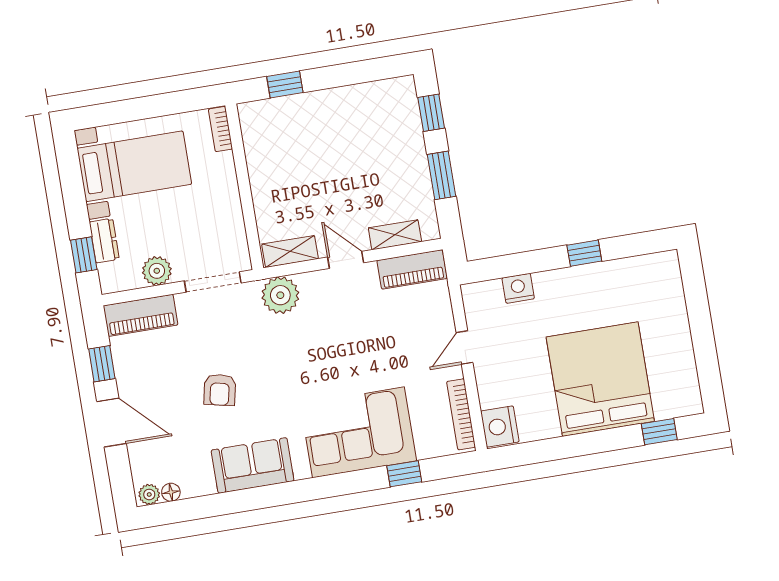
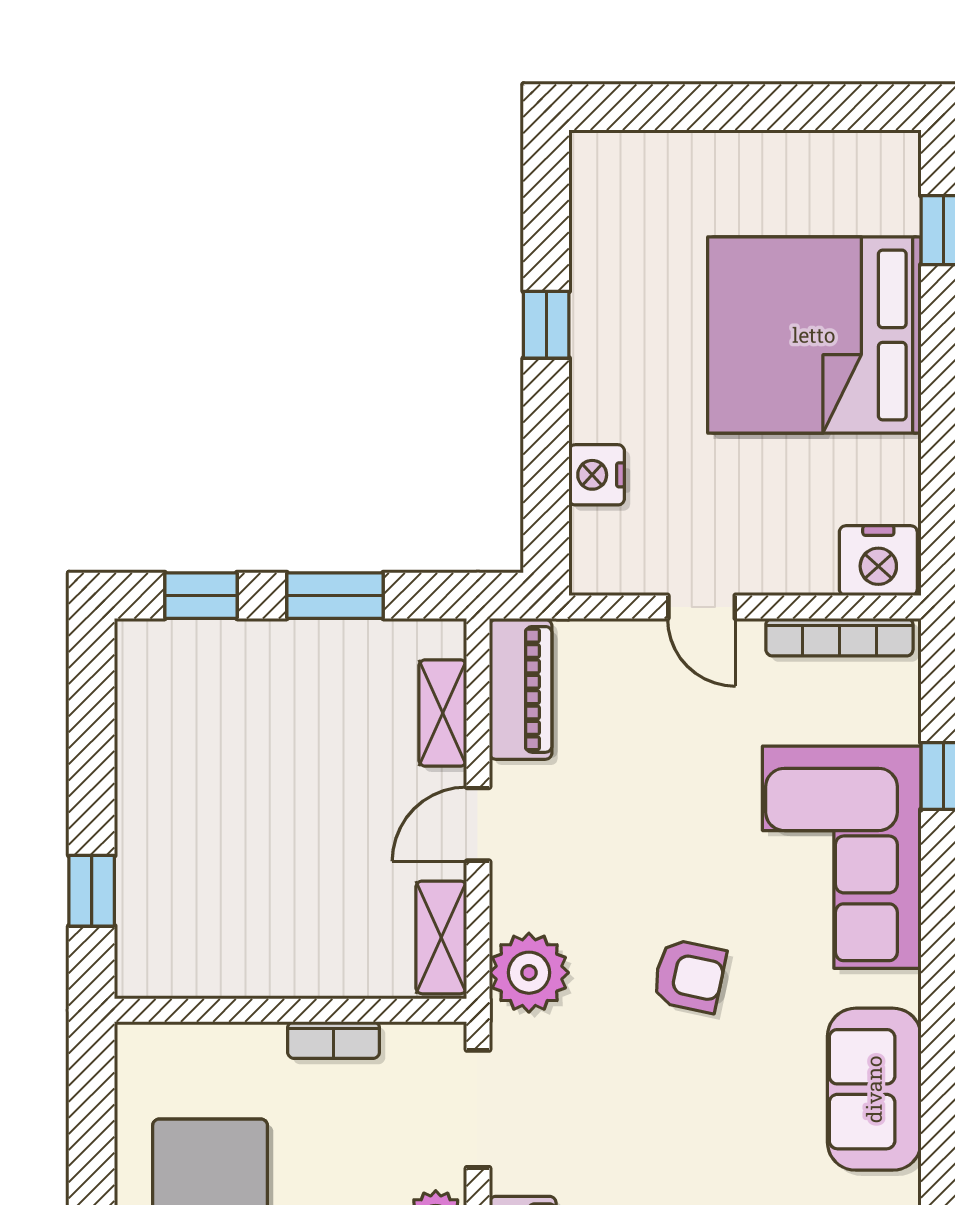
bookcase: (220, 129) -> (334, 1040), moved
armchair: (220, 390) -> (689, 976), moved

